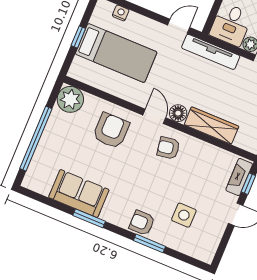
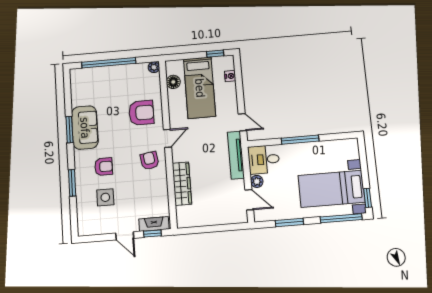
window: (78, 37) -> (215, 54), moved
plant: (70, 99) -> (154, 67), width x0.53, depth x0.53
floor lamp: (178, 113) -> (173, 82), moved
sofa: (79, 194) -> (85, 128), moved
armchair: (142, 223) -> (104, 167), moved, turned 90

